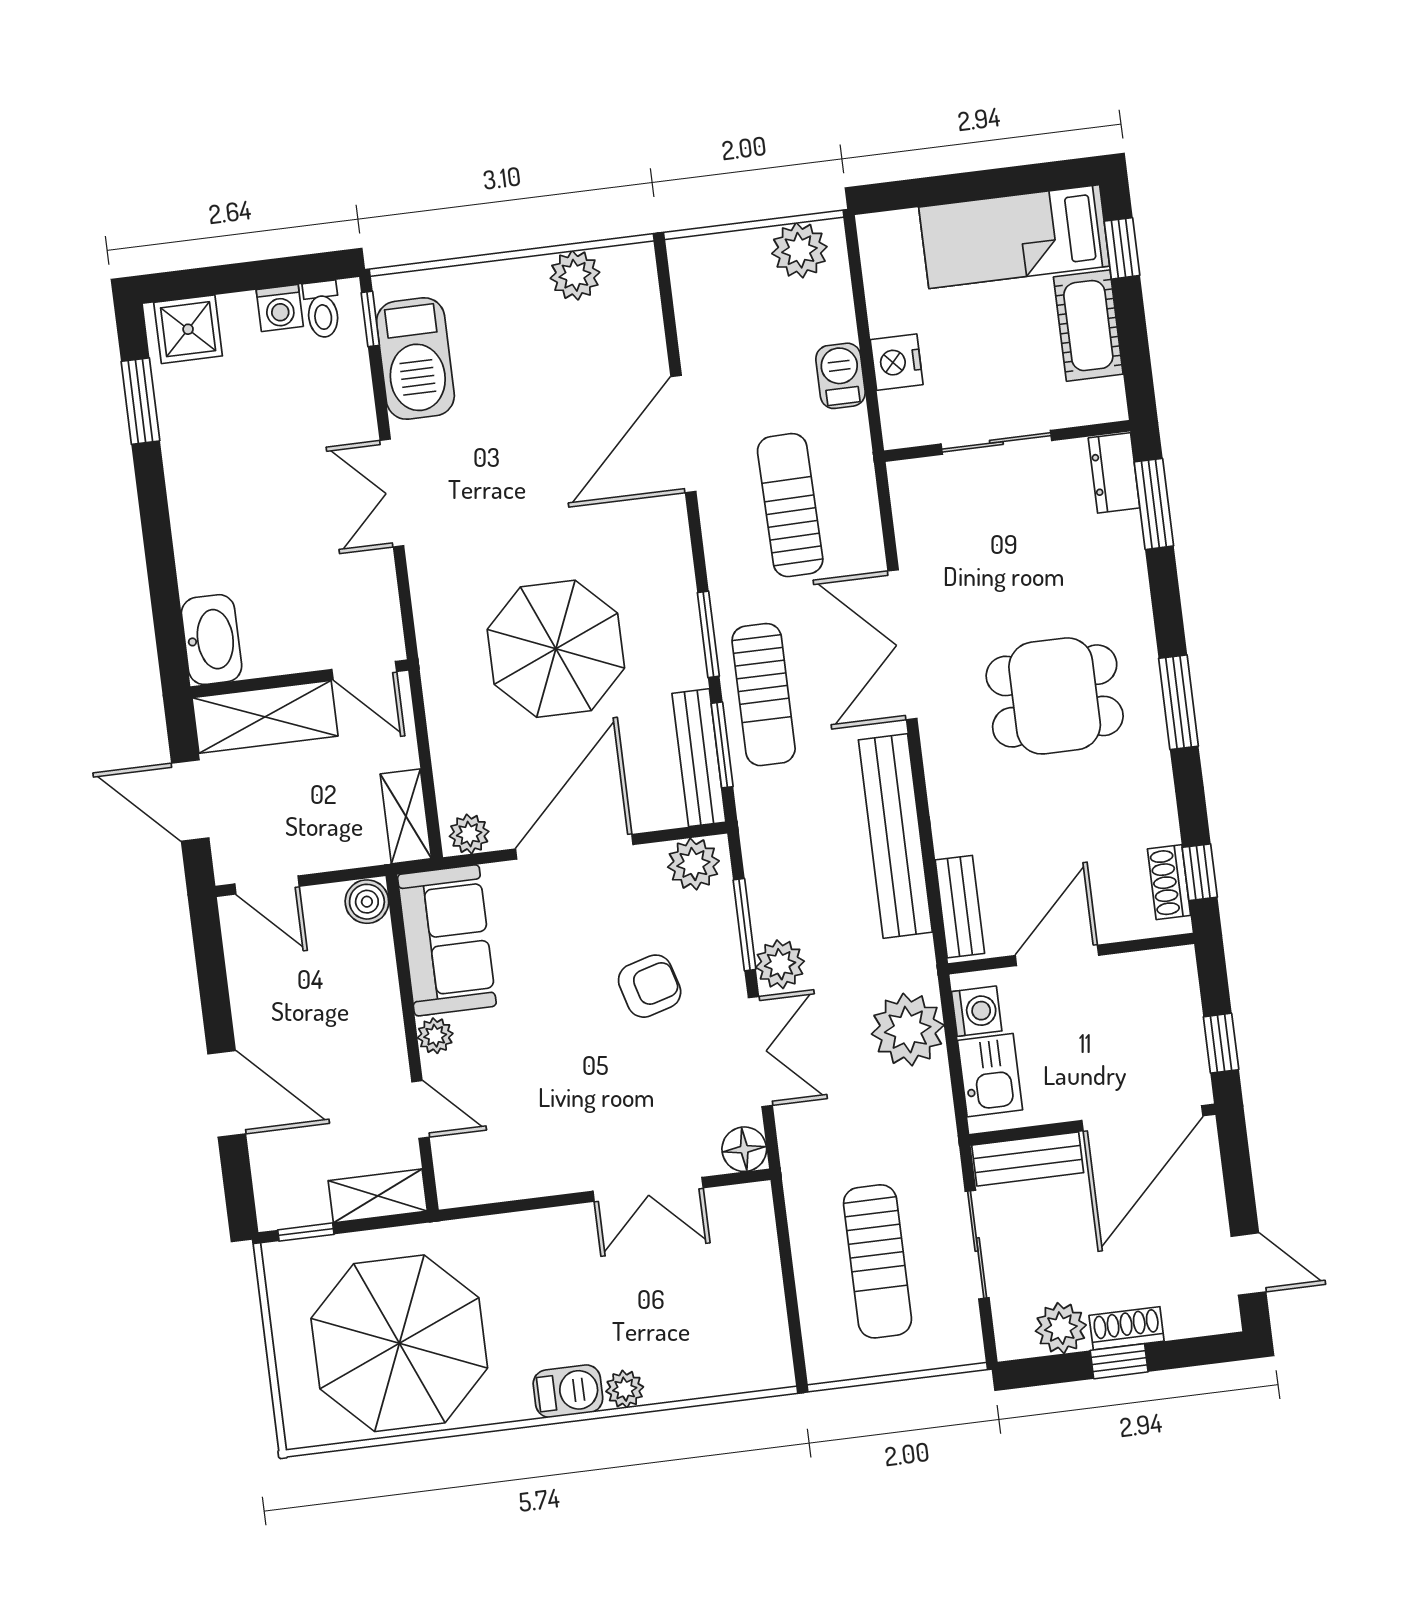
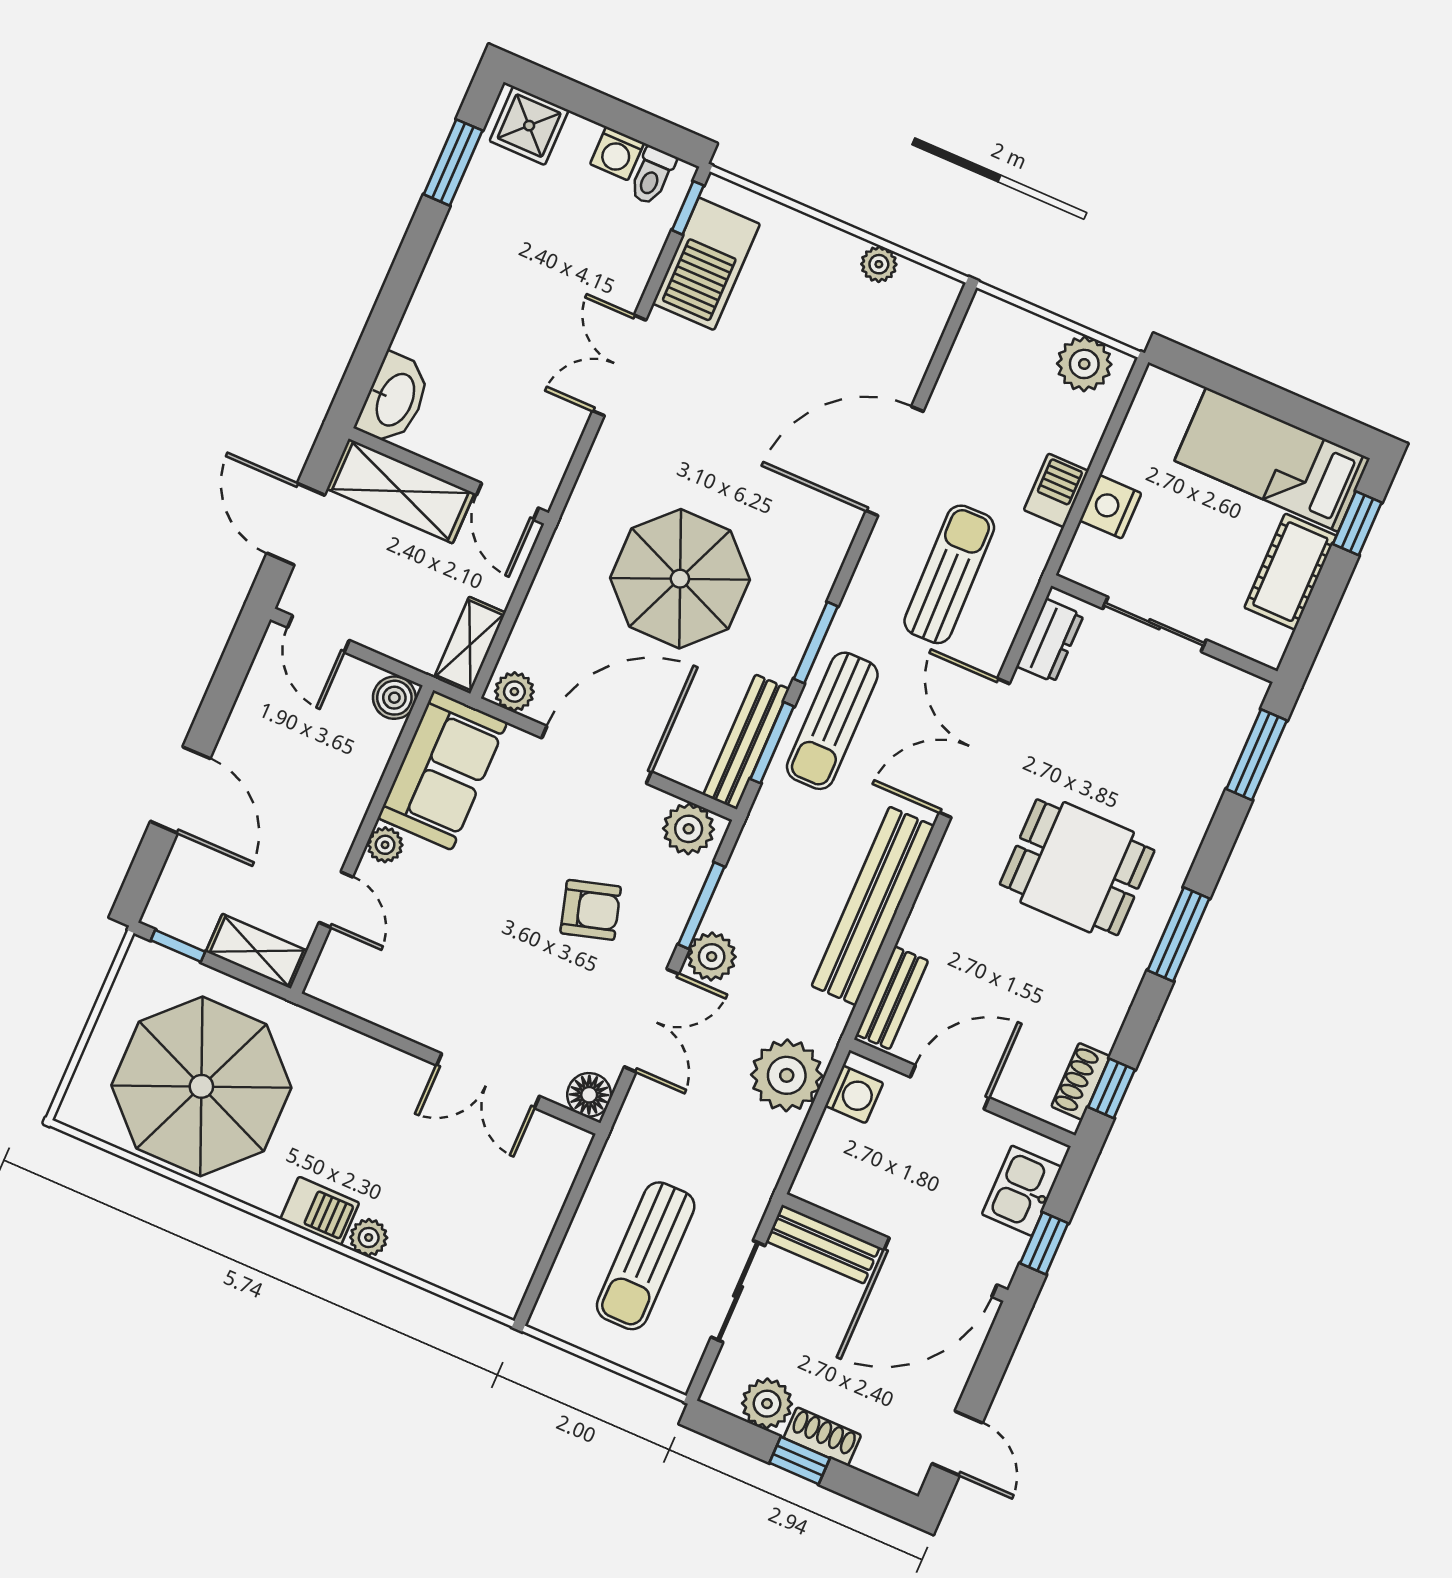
plant: (575, 275) -> (879, 264), width x0.73, depth x0.73
dresser: (1114, 473) -> (1050, 641), moved, turned 180
kitchen sink: (990, 1075) -> (1022, 1191), moved, turned 180

